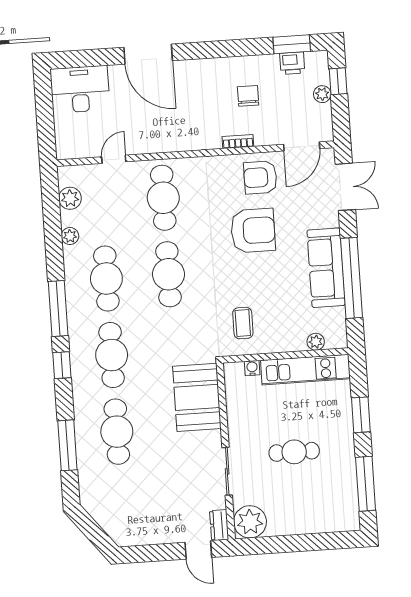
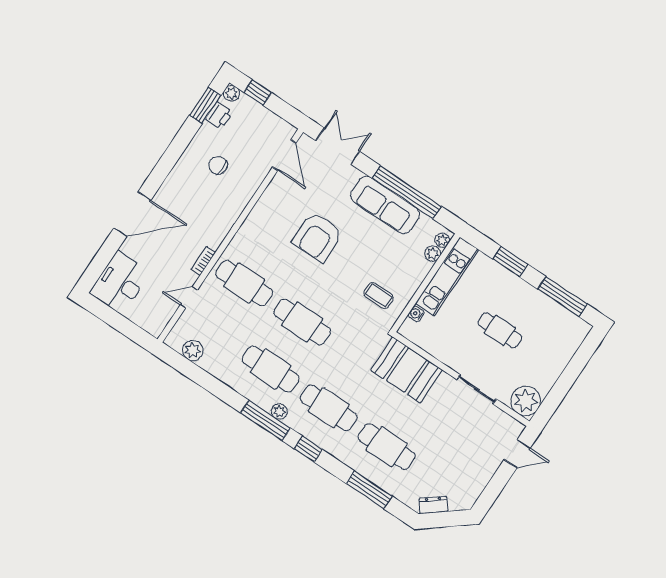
plant: (322, 94) -> (231, 93), moved
bookcase: (238, 142) -> (203, 261), moved
door: (114, 159) -> (189, 297), hinge flipped
armchair: (260, 177) -> (283, 202), removed
armchair: (253, 231) -> (318, 237), turned 180
plant: (70, 236) -> (279, 411), moved
plant: (334, 341) -> (442, 240), added
cafe table: (294, 452) -> (500, 330), turned 90
dresser: (219, 525) -> (433, 505), moved, turned 142

